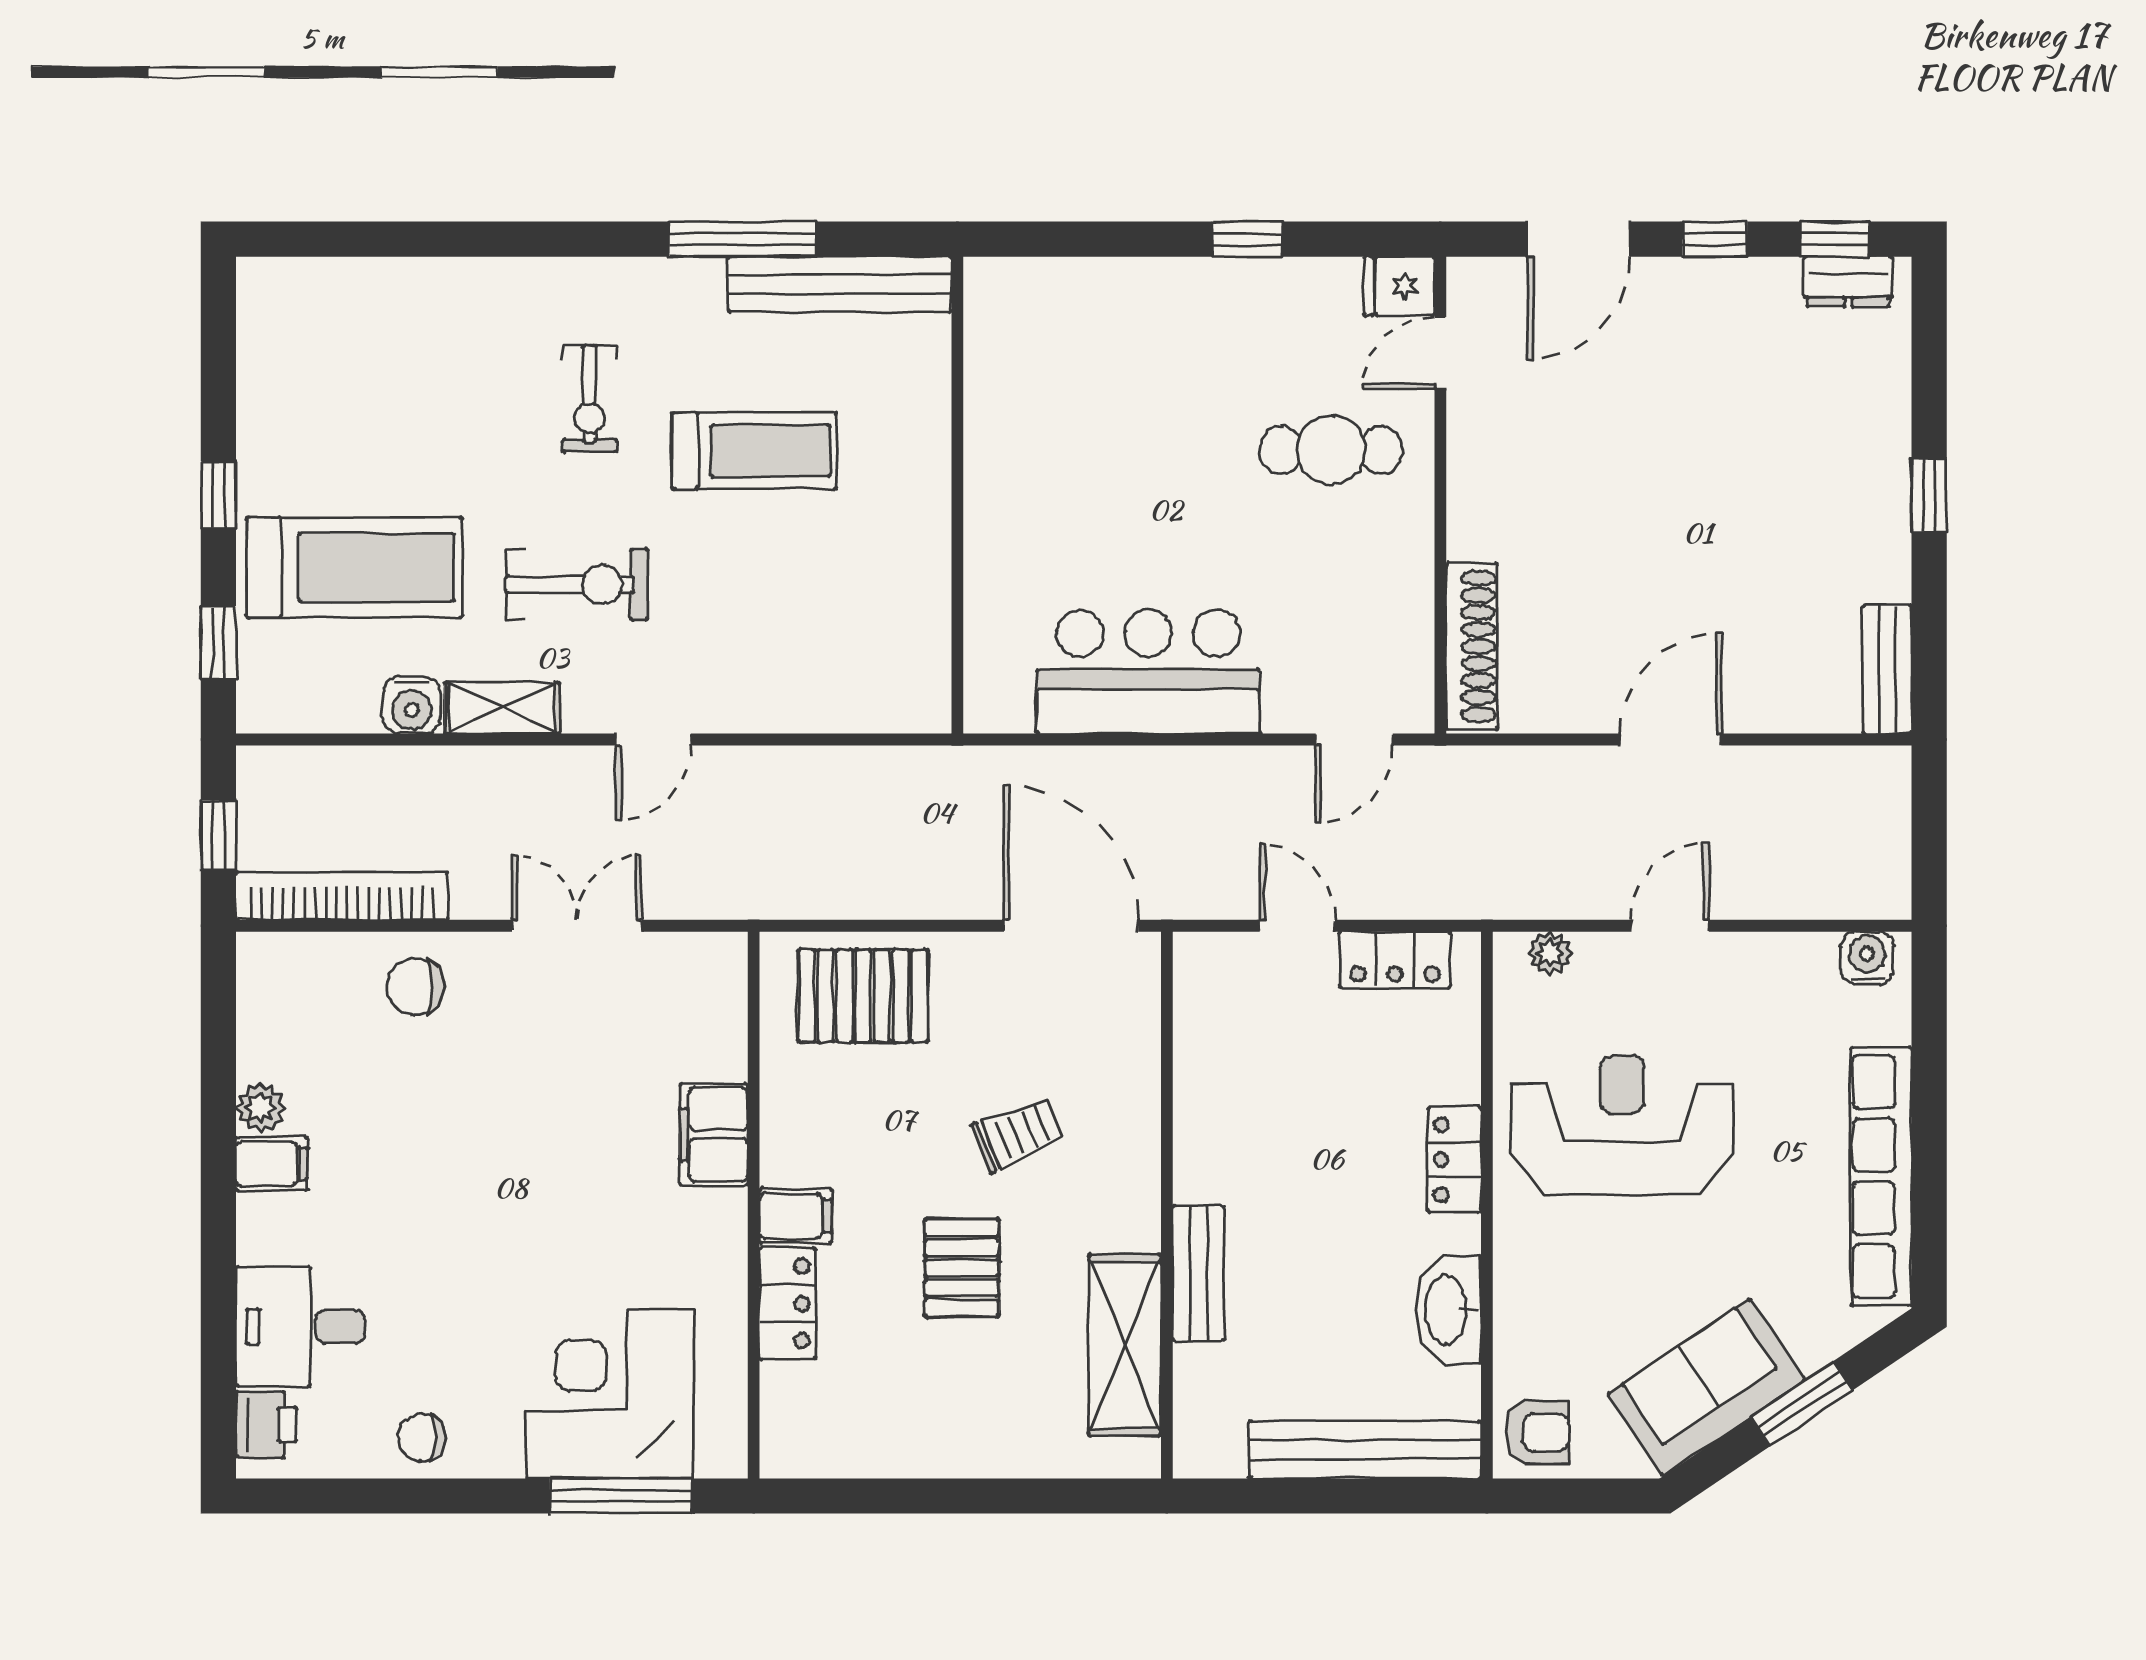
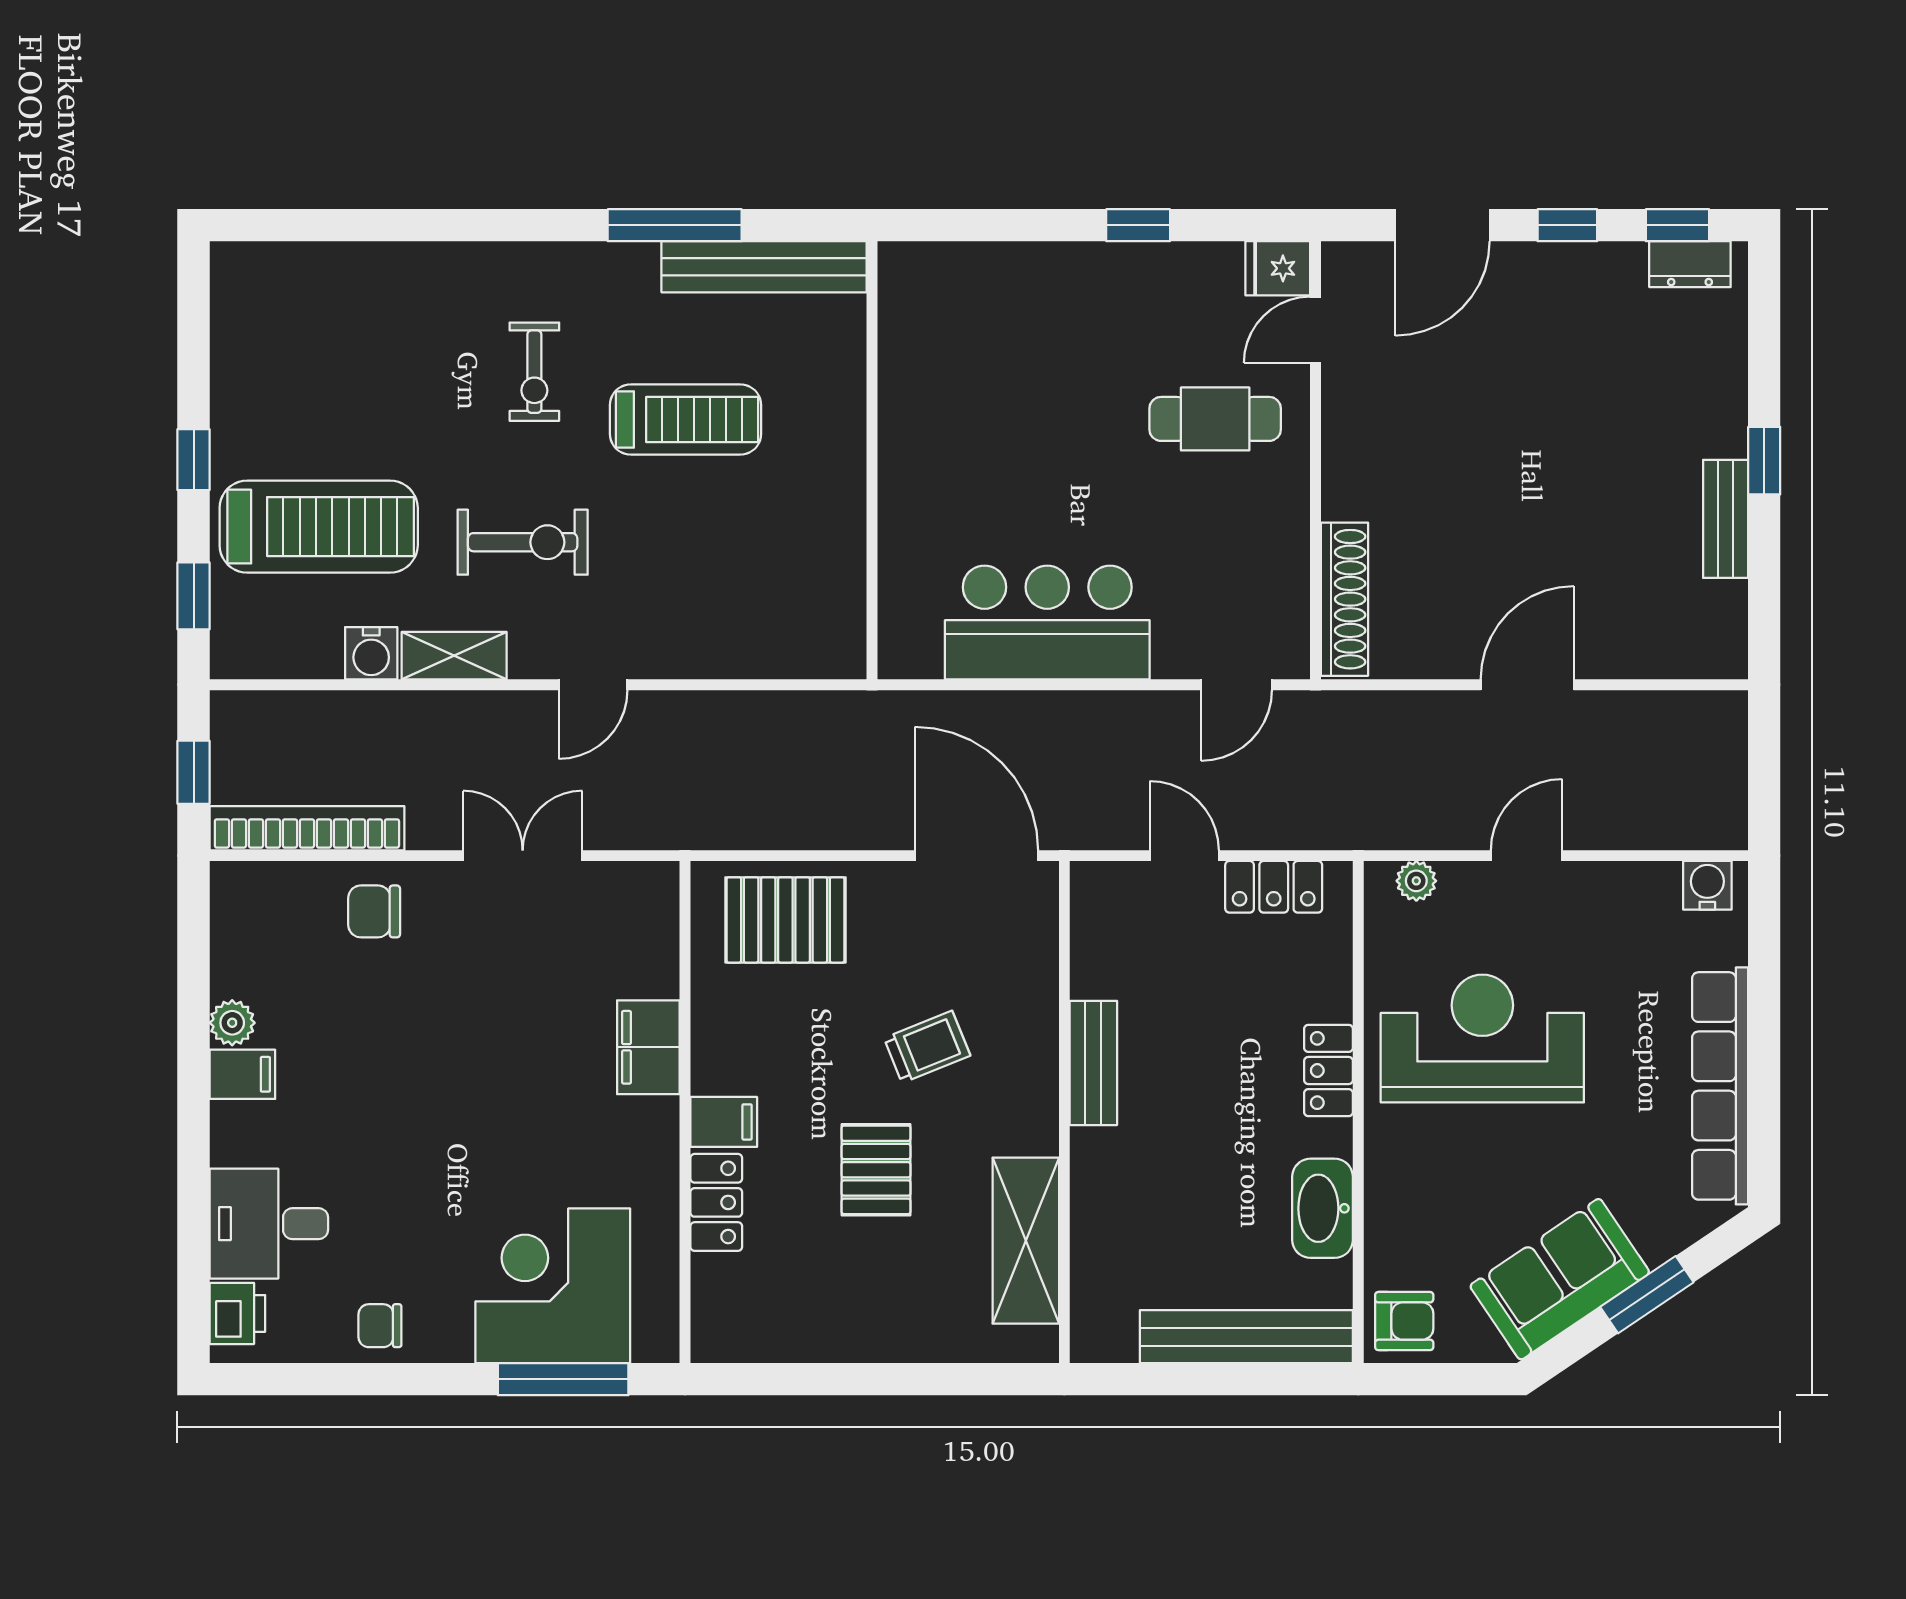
bench: (1887, 669) -> (1726, 519), moved
bench: (1198, 1273) -> (1093, 1063), moved

